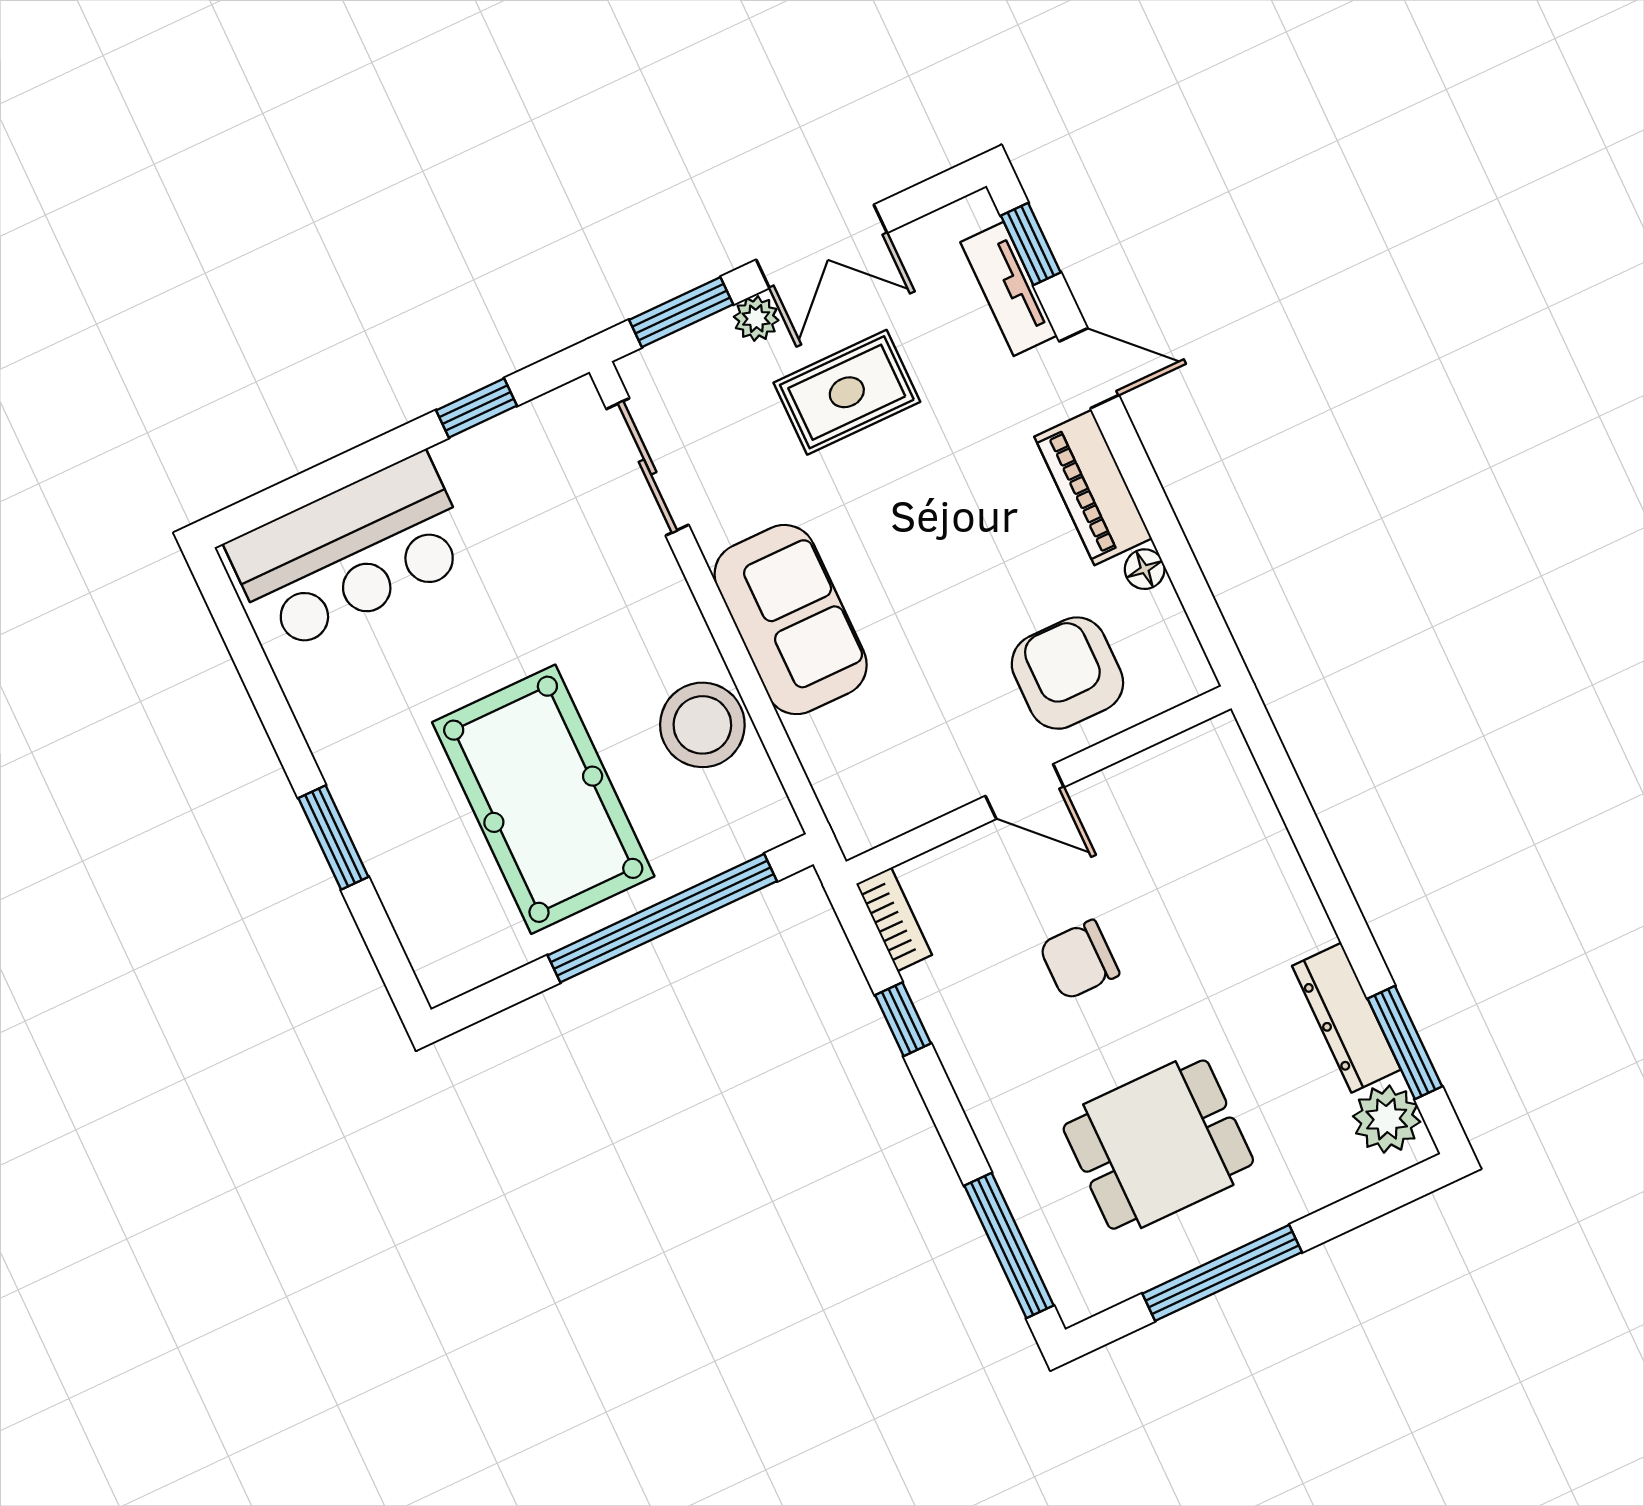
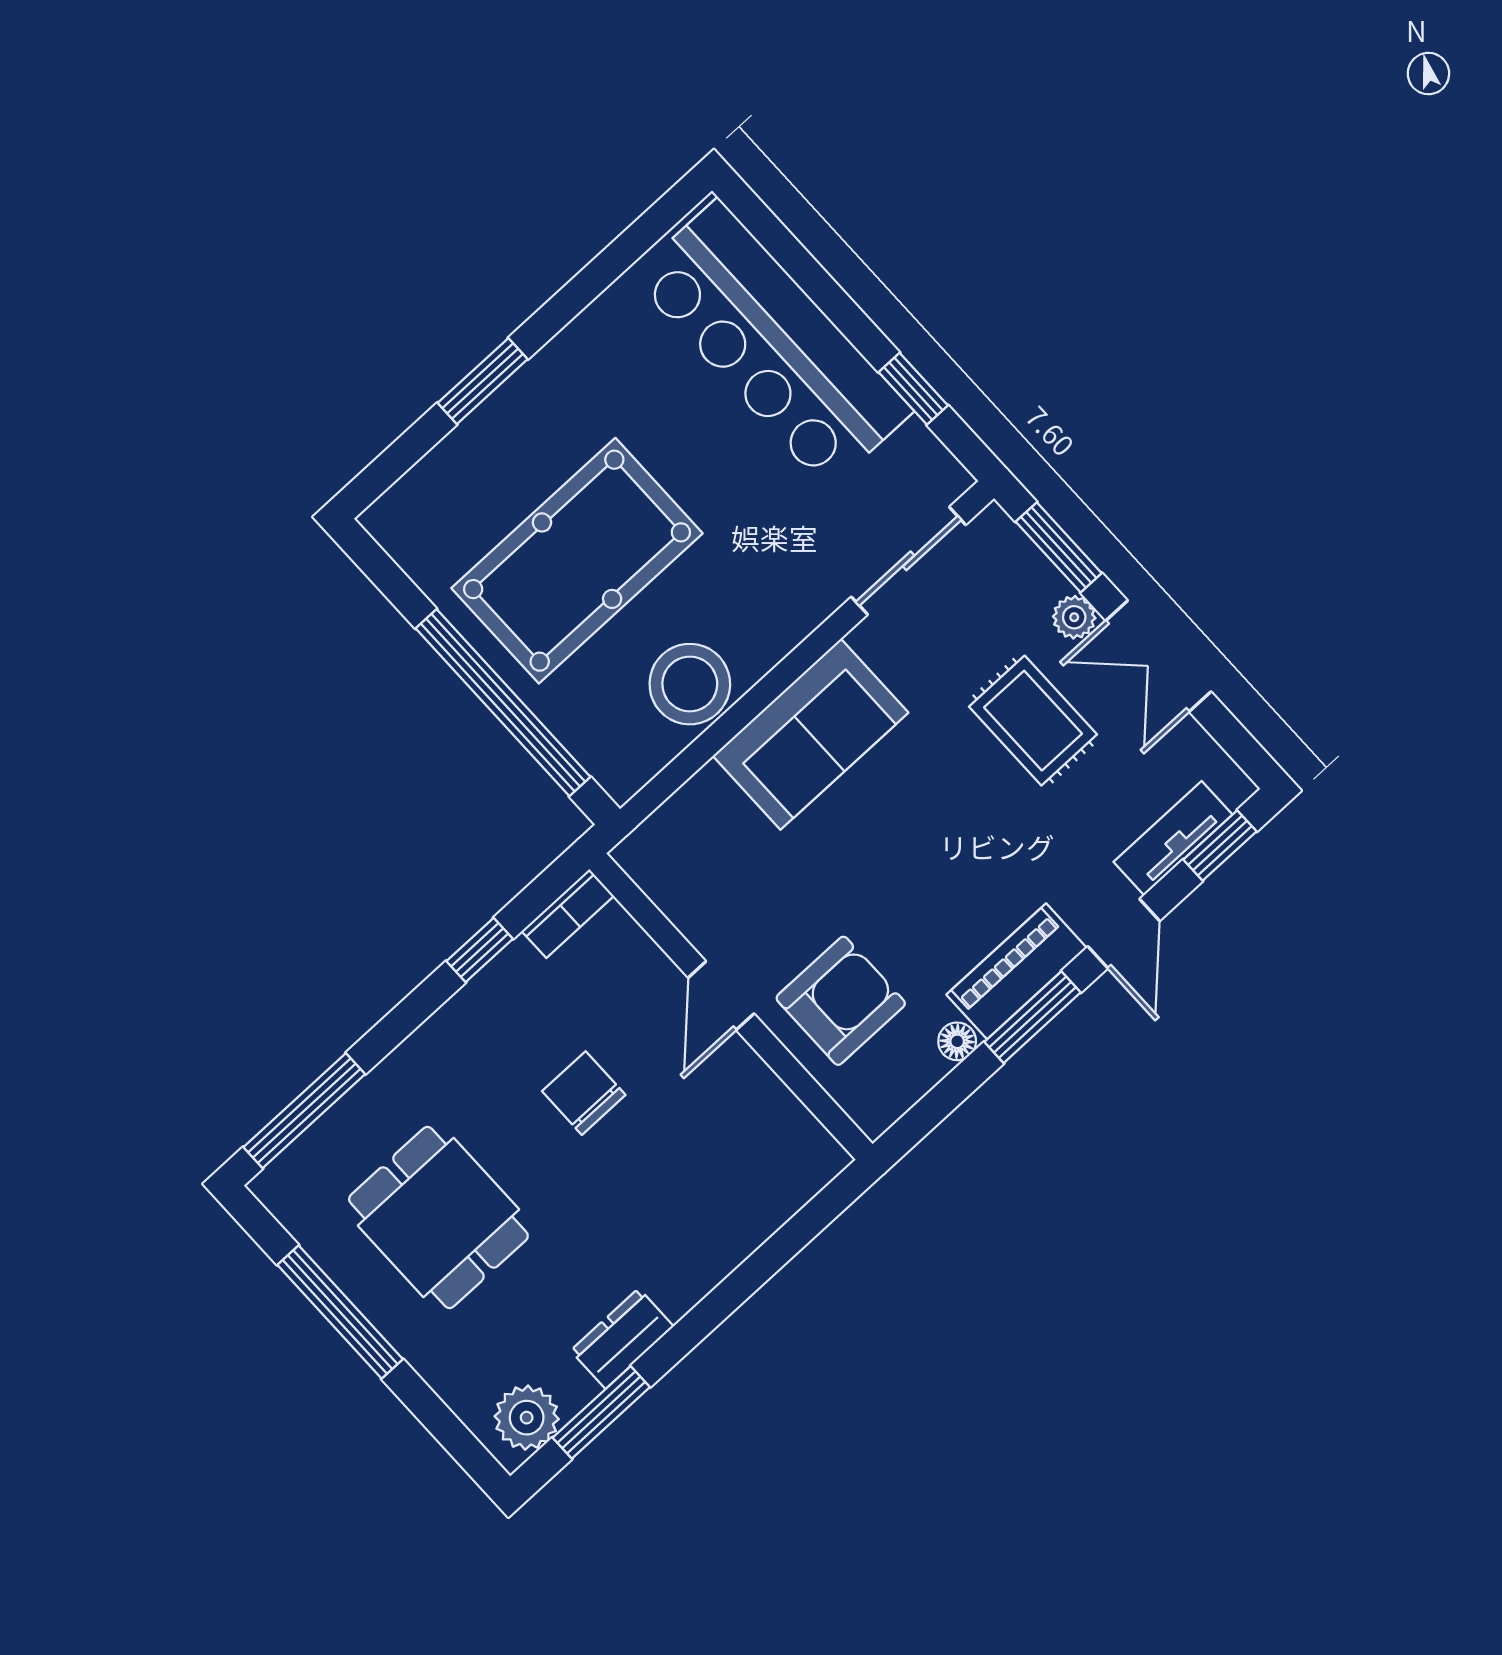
window: (1144, 486) -> (1033, 1017), added
bar counter: (350, 552) -> (772, 344), width x1.36
dresser: (1346, 1018) -> (622, 1338), width x0.70

